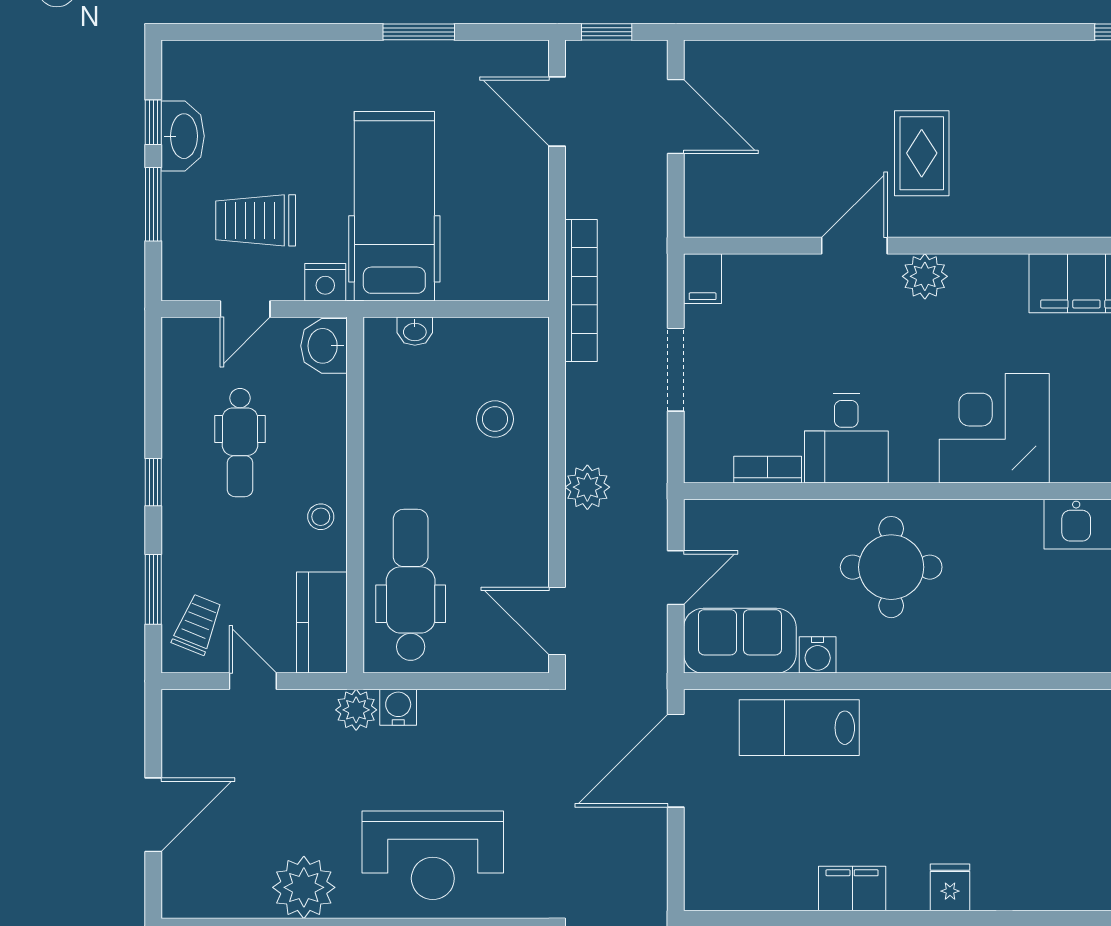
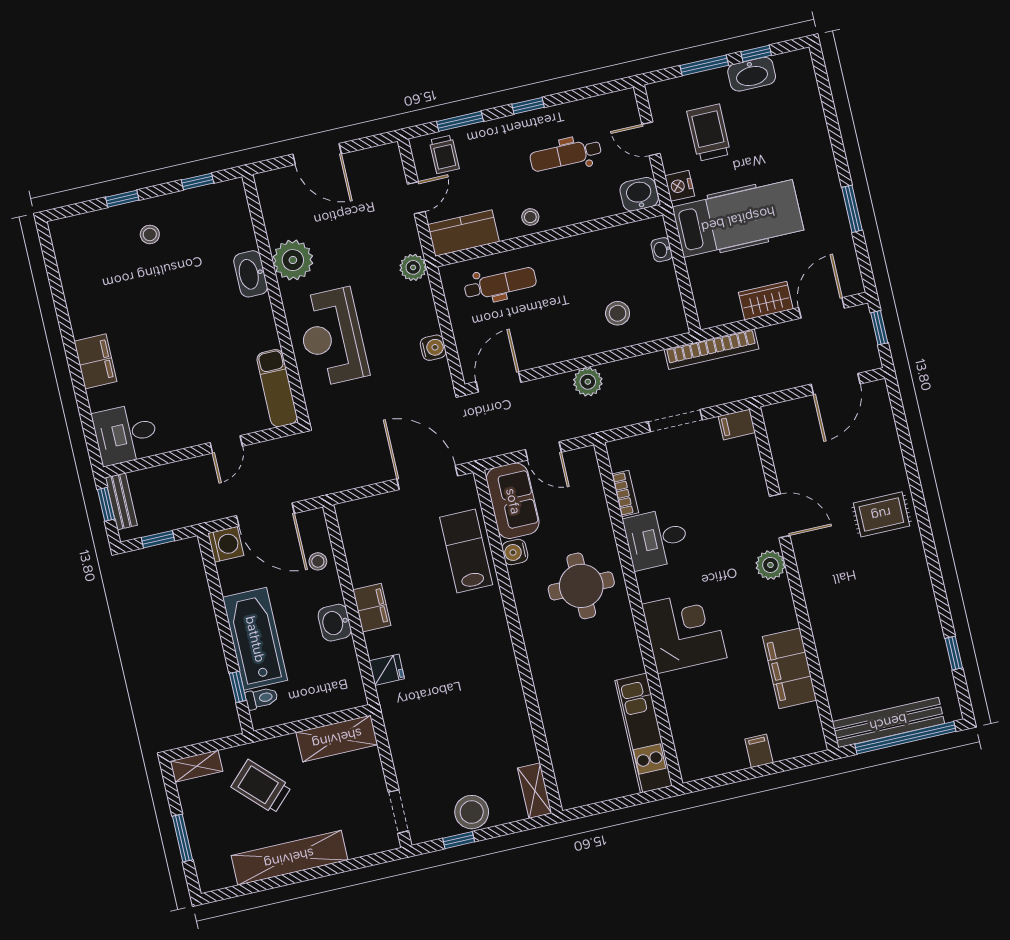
rug: (922, 153) -> (881, 514), moved
wardrobe: (527, 193) -> (766, 301), added
dental chair: (411, 585) -> (500, 284), width x0.73, depth x0.72
trolley: (197, 624) -> (444, 154), turned 68
water cooler: (398, 707) -> (433, 348), moved

